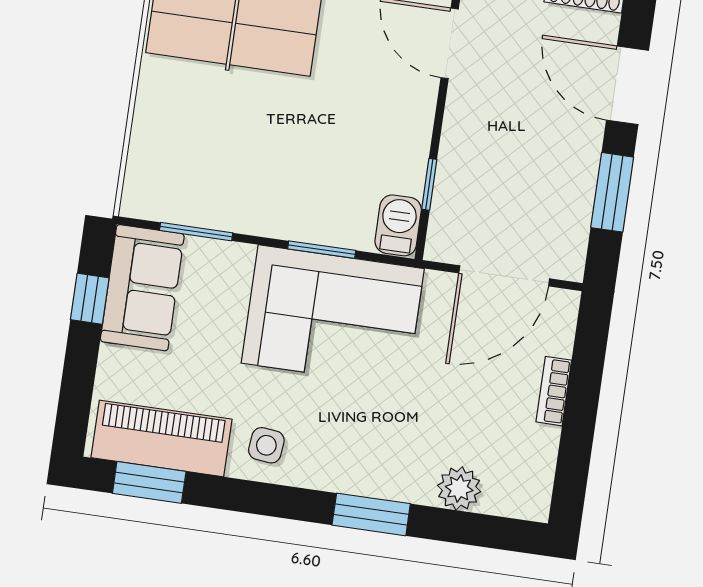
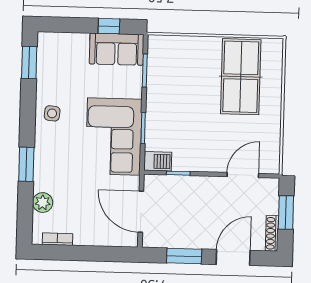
bookcase: (554, 391) -> (58, 239), moved
piano: (162, 438) -> (50, 66), removed

